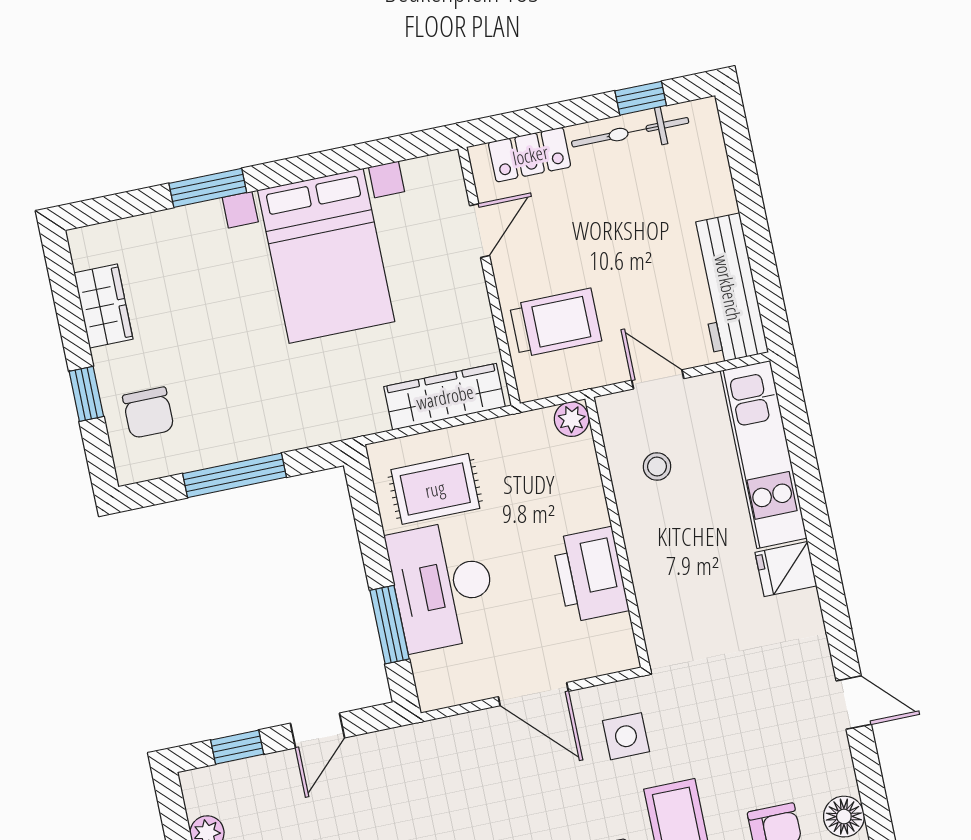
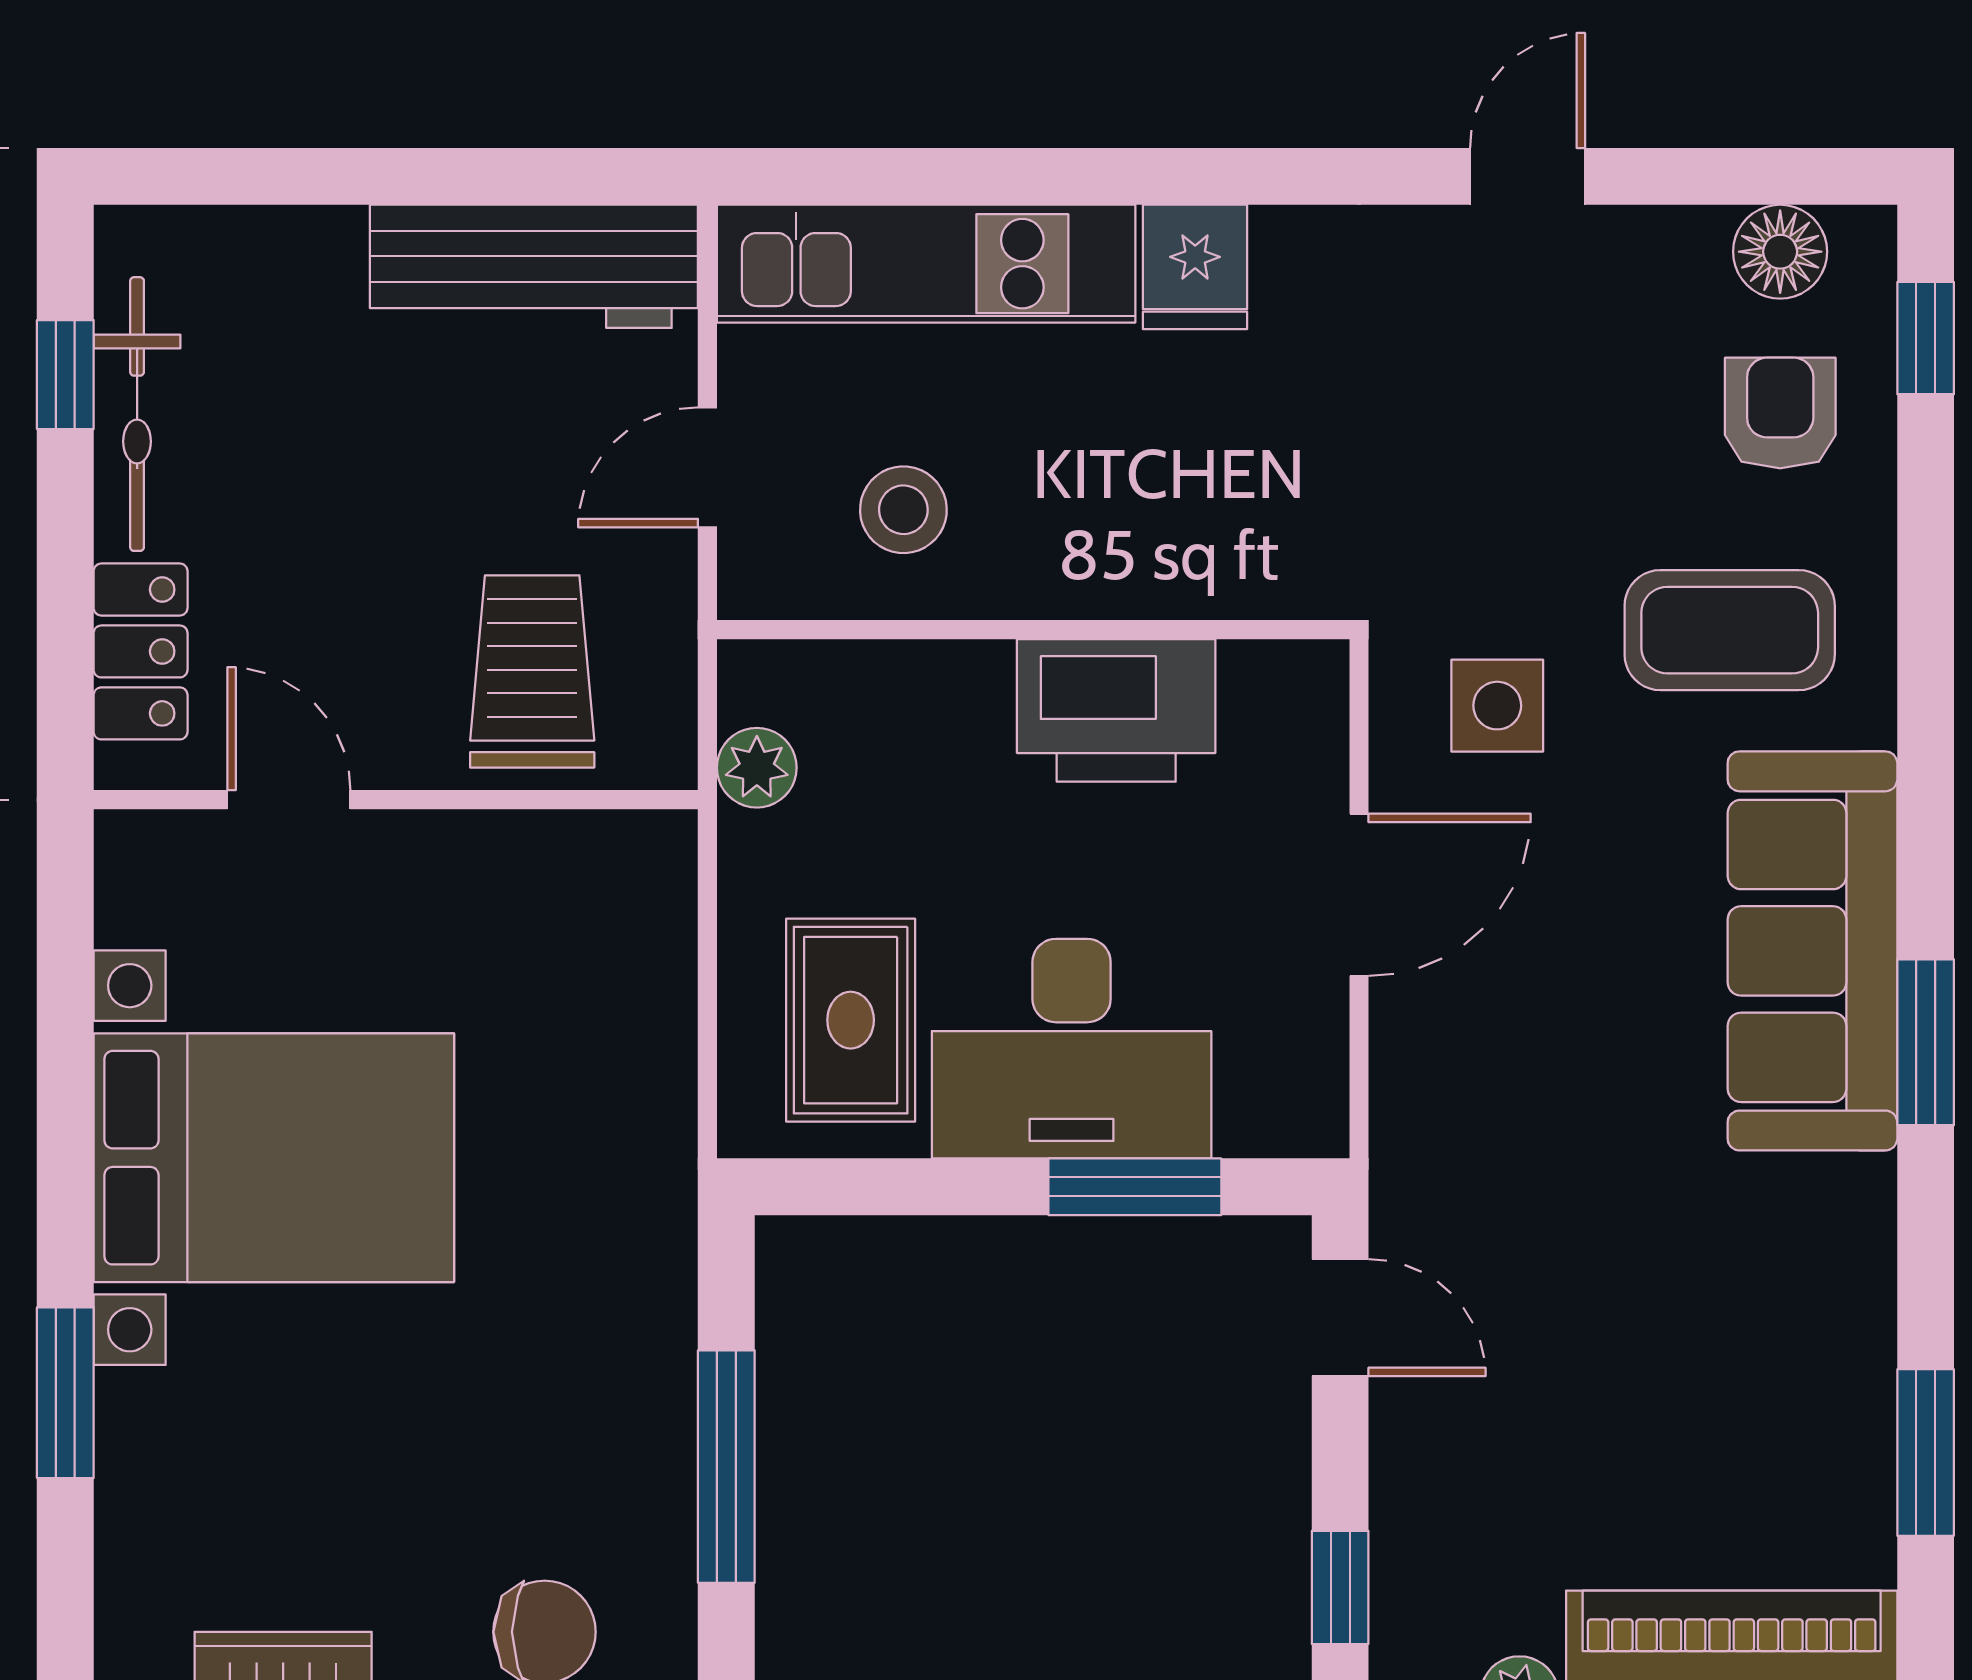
wardrobe: (445, 397) -> (647, 956), removed
plant: (572, 419) -> (757, 768), moved
stool: (657, 466) -> (903, 510), width x1.37, depth x1.37
door: (317, 730) -> (1340, 1318), moved

